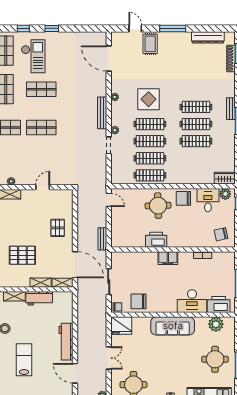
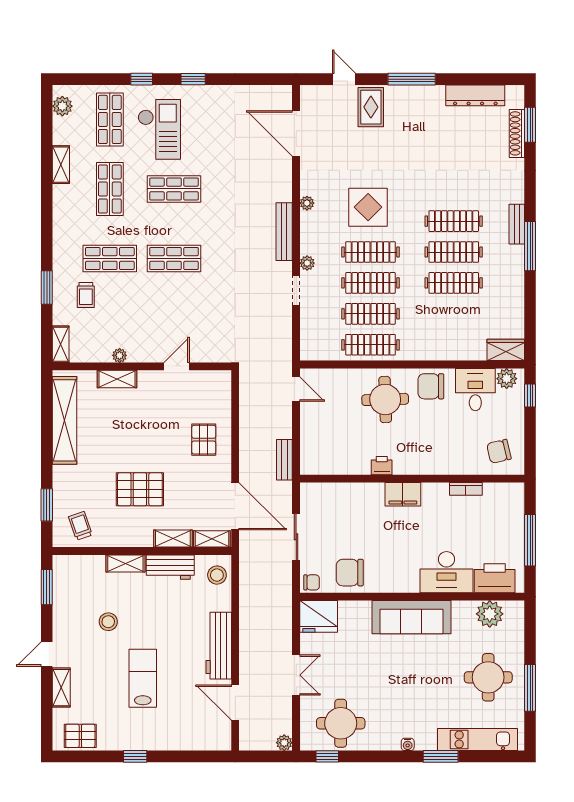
printer: (156, 240) -> (382, 466), width x0.53, depth x0.68
stool: (65, 303) -> (217, 575), added

